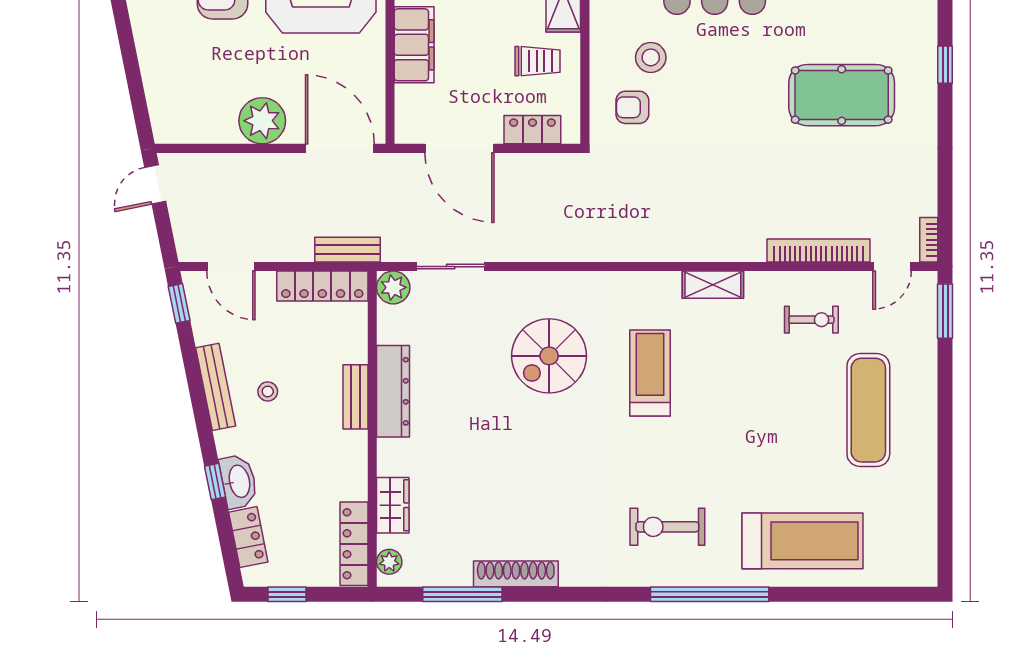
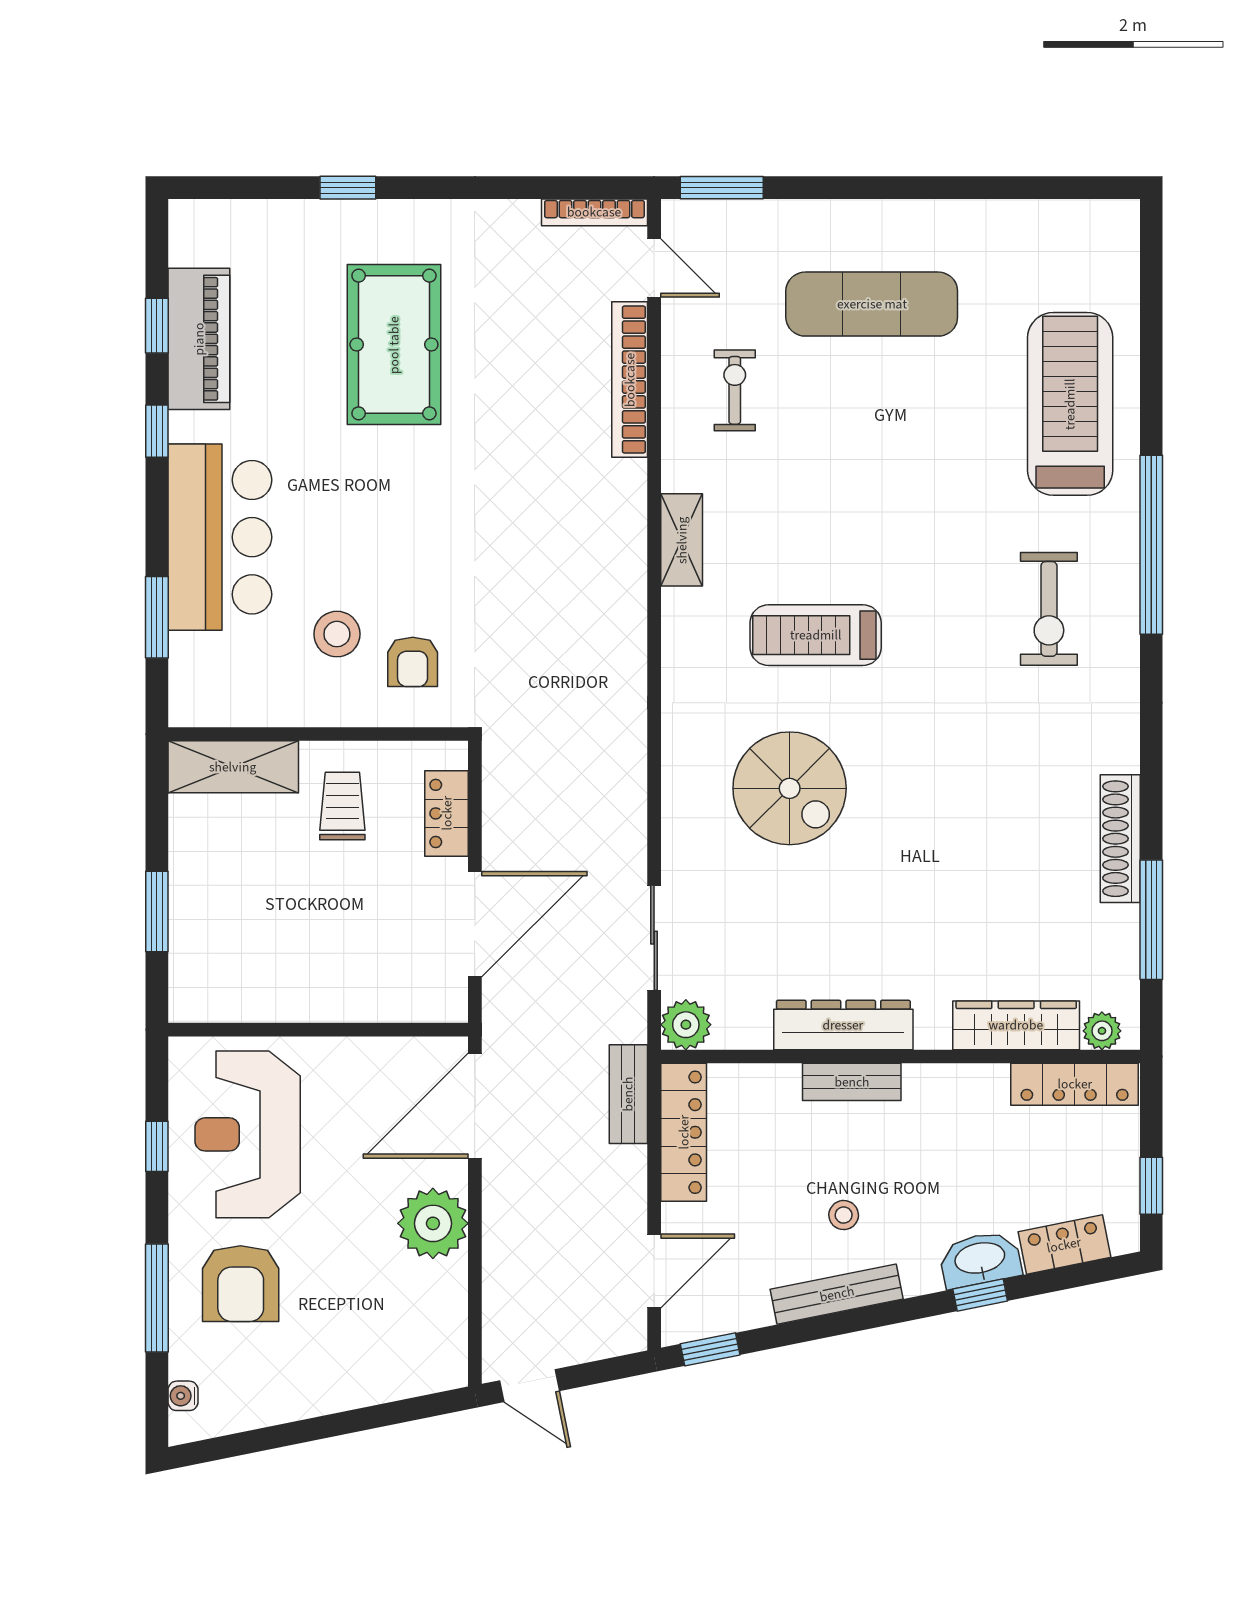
filing cabinet: (414, 45) -> (318, 993), removed
bookcase: (929, 240) -> (594, 212), width x1.56
wardrobe: (393, 505) -> (1016, 1025), width x1.50

